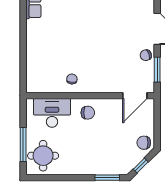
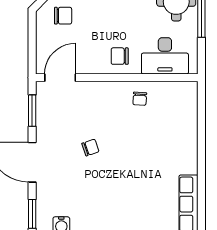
chair: (146, 55) -> (90, 147), moved
chair: (144, 143) -> (63, 16), moved

